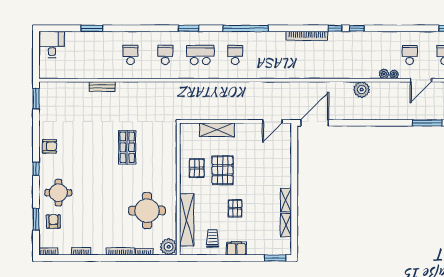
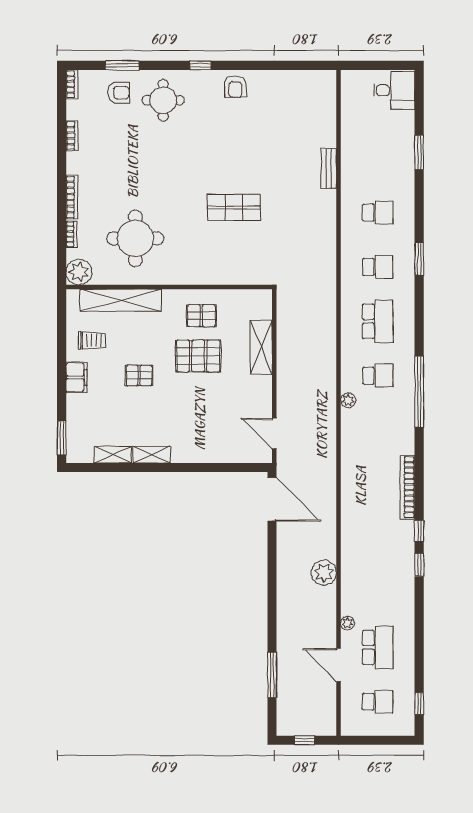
window: (189, 28) -> (419, 259), moved
school desk: (410, 55) -> (378, 647), width x1.85
plant: (384, 74) -> (348, 400), moved
window: (36, 99) -> (310, 65), removed

